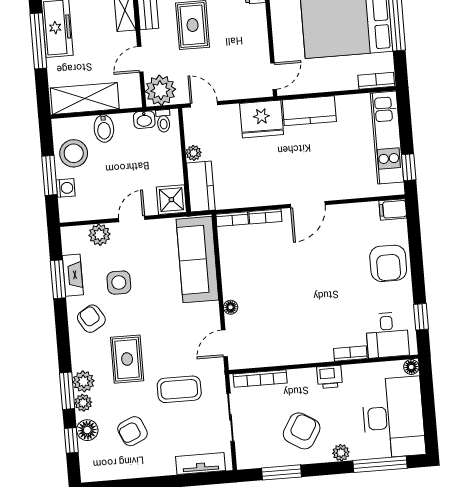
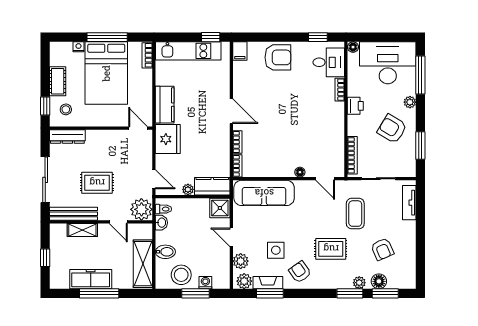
door: (204, 104) -> (154, 179), swing flipped
armchair: (91, 319) -> (300, 272), turned 86
plant: (84, 381) -> (244, 281), moved
window: (71, 440) -> (385, 293), width x1.50

